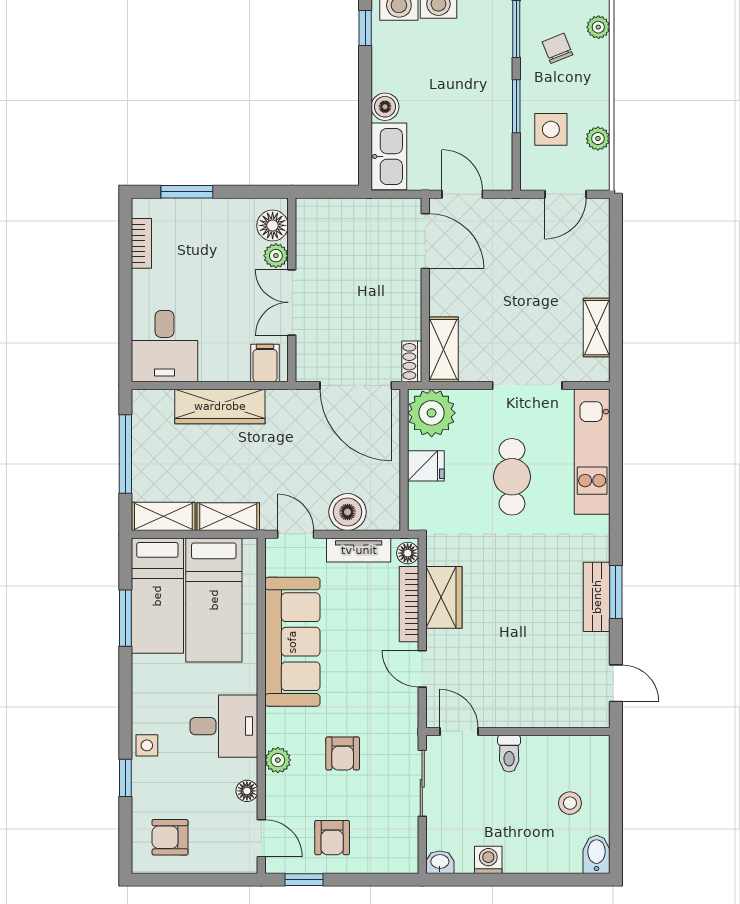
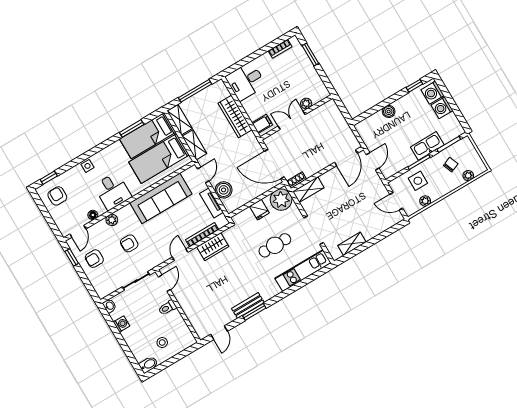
kitchen sink: (389, 156) -> (427, 146), moved, turned 180
floor lamp: (273, 225) -> (317, 95), removed
door: (356, 385) -> (274, 164), hinge flipped
floor lamp: (408, 553) -> (221, 223), removed
window: (125, 778) -> (49, 178), moved

